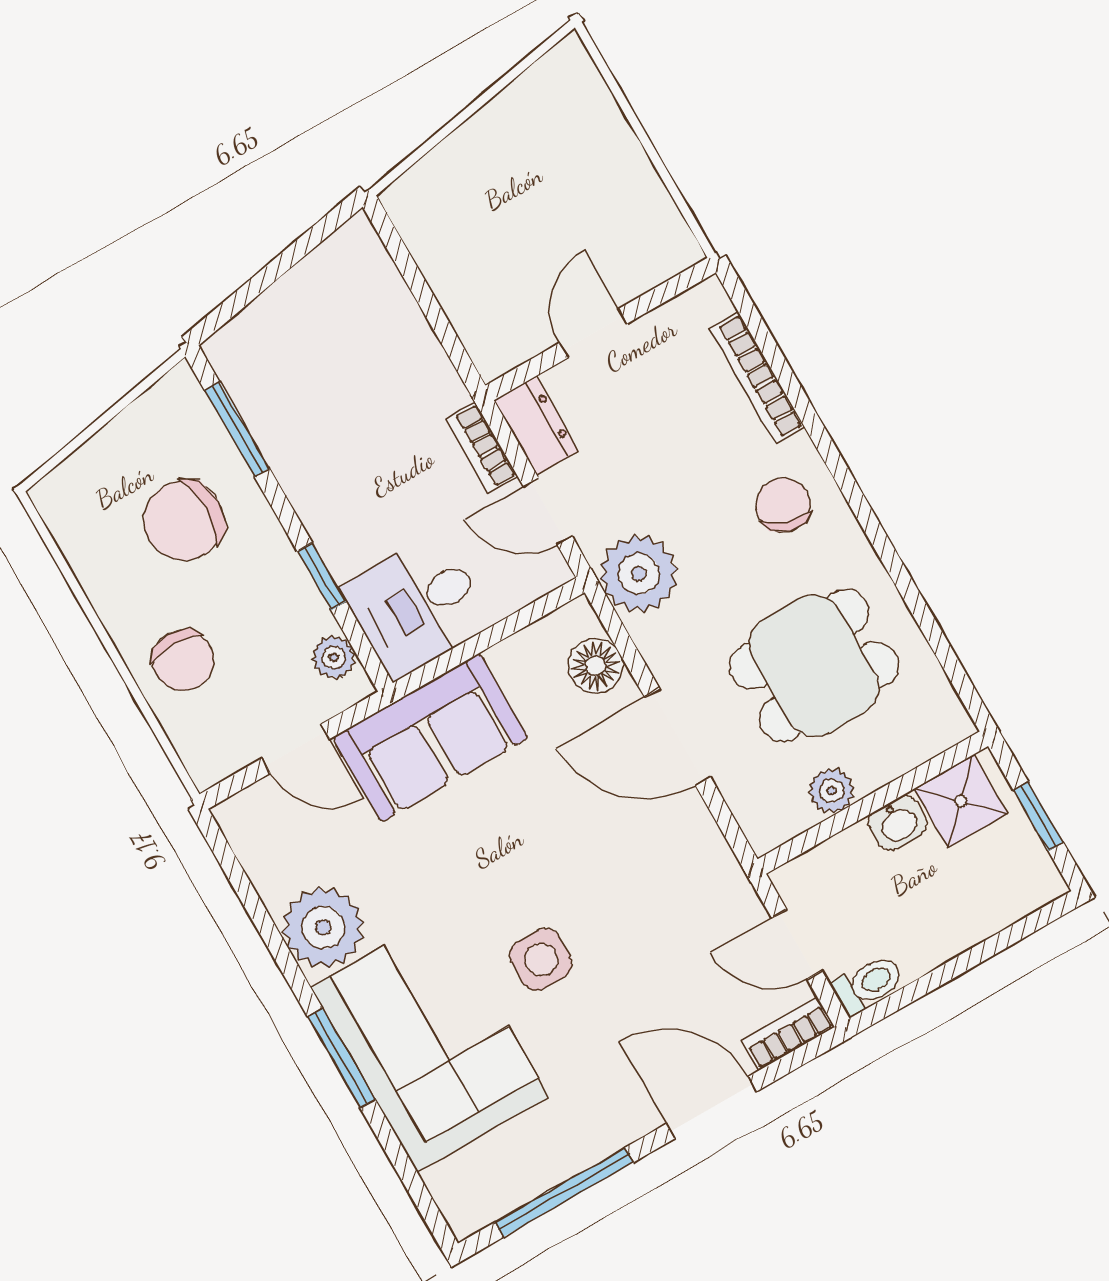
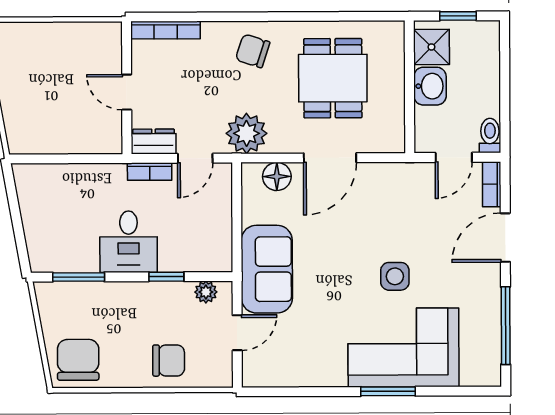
bookcase: (757, 378) -> (166, 30), moved
chair: (184, 521) -> (78, 360), moved, turned 180
desk: (417, 606) -> (129, 242), moved
plant: (831, 791) -> (394, 102), removed
washbasin: (898, 823) -> (430, 86), width x1.38, depth x1.45
plant: (323, 928) -> (325, 366), removed

